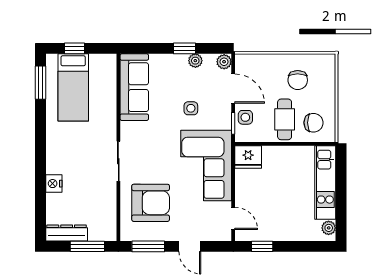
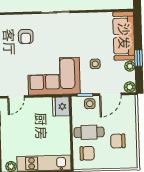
sofa: (134, 87) -> (124, 36), moved, turned 90
chair: (313, 123) -> (87, 153), turned -90
armchair: (151, 203) -> (26, 37), width x0.53, depth x0.53

